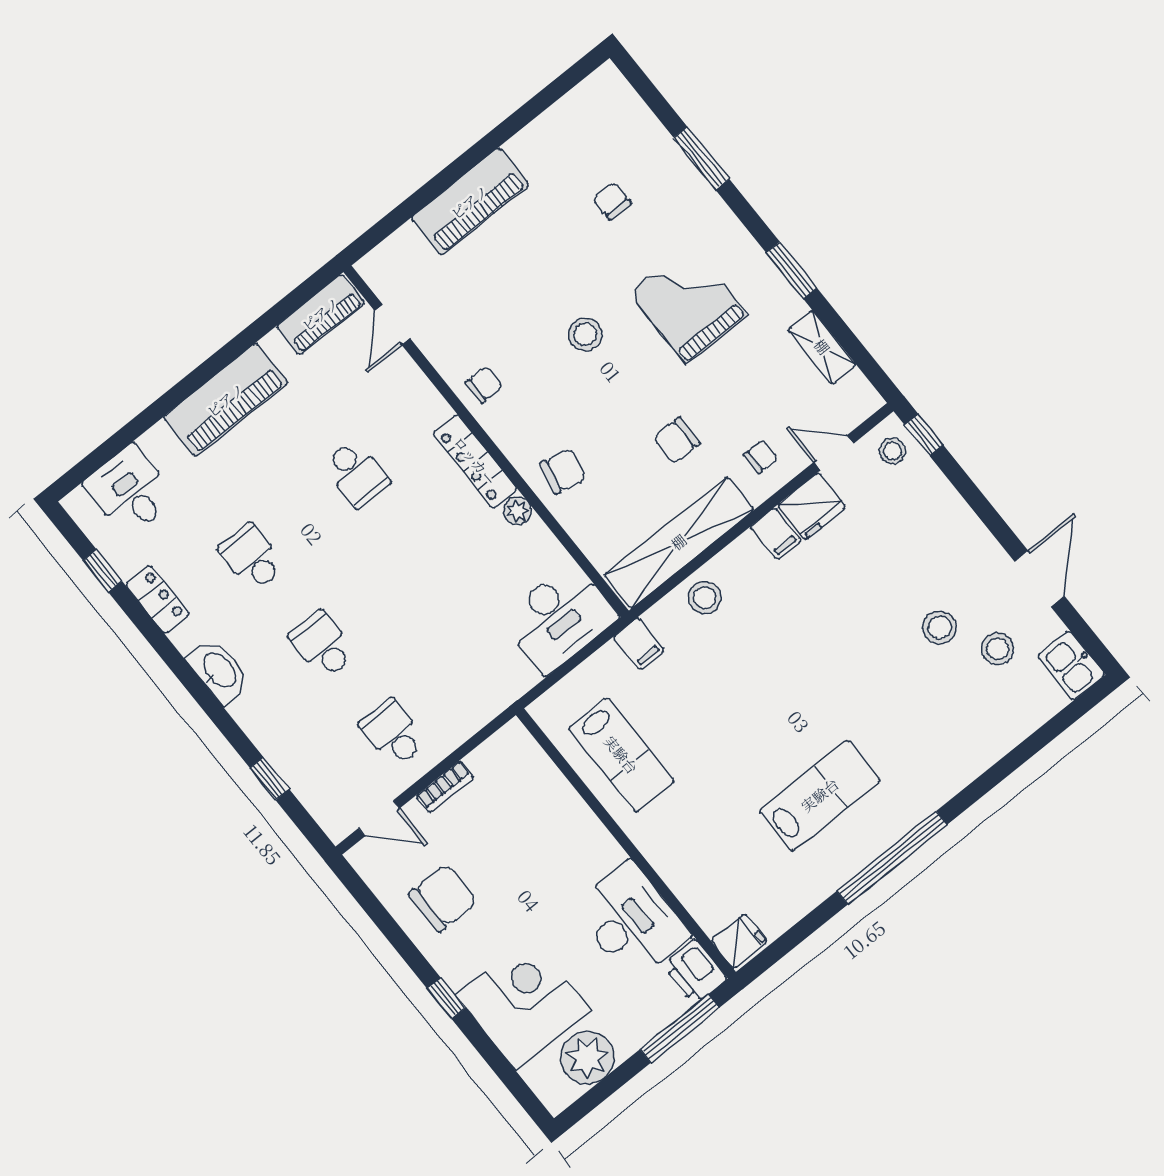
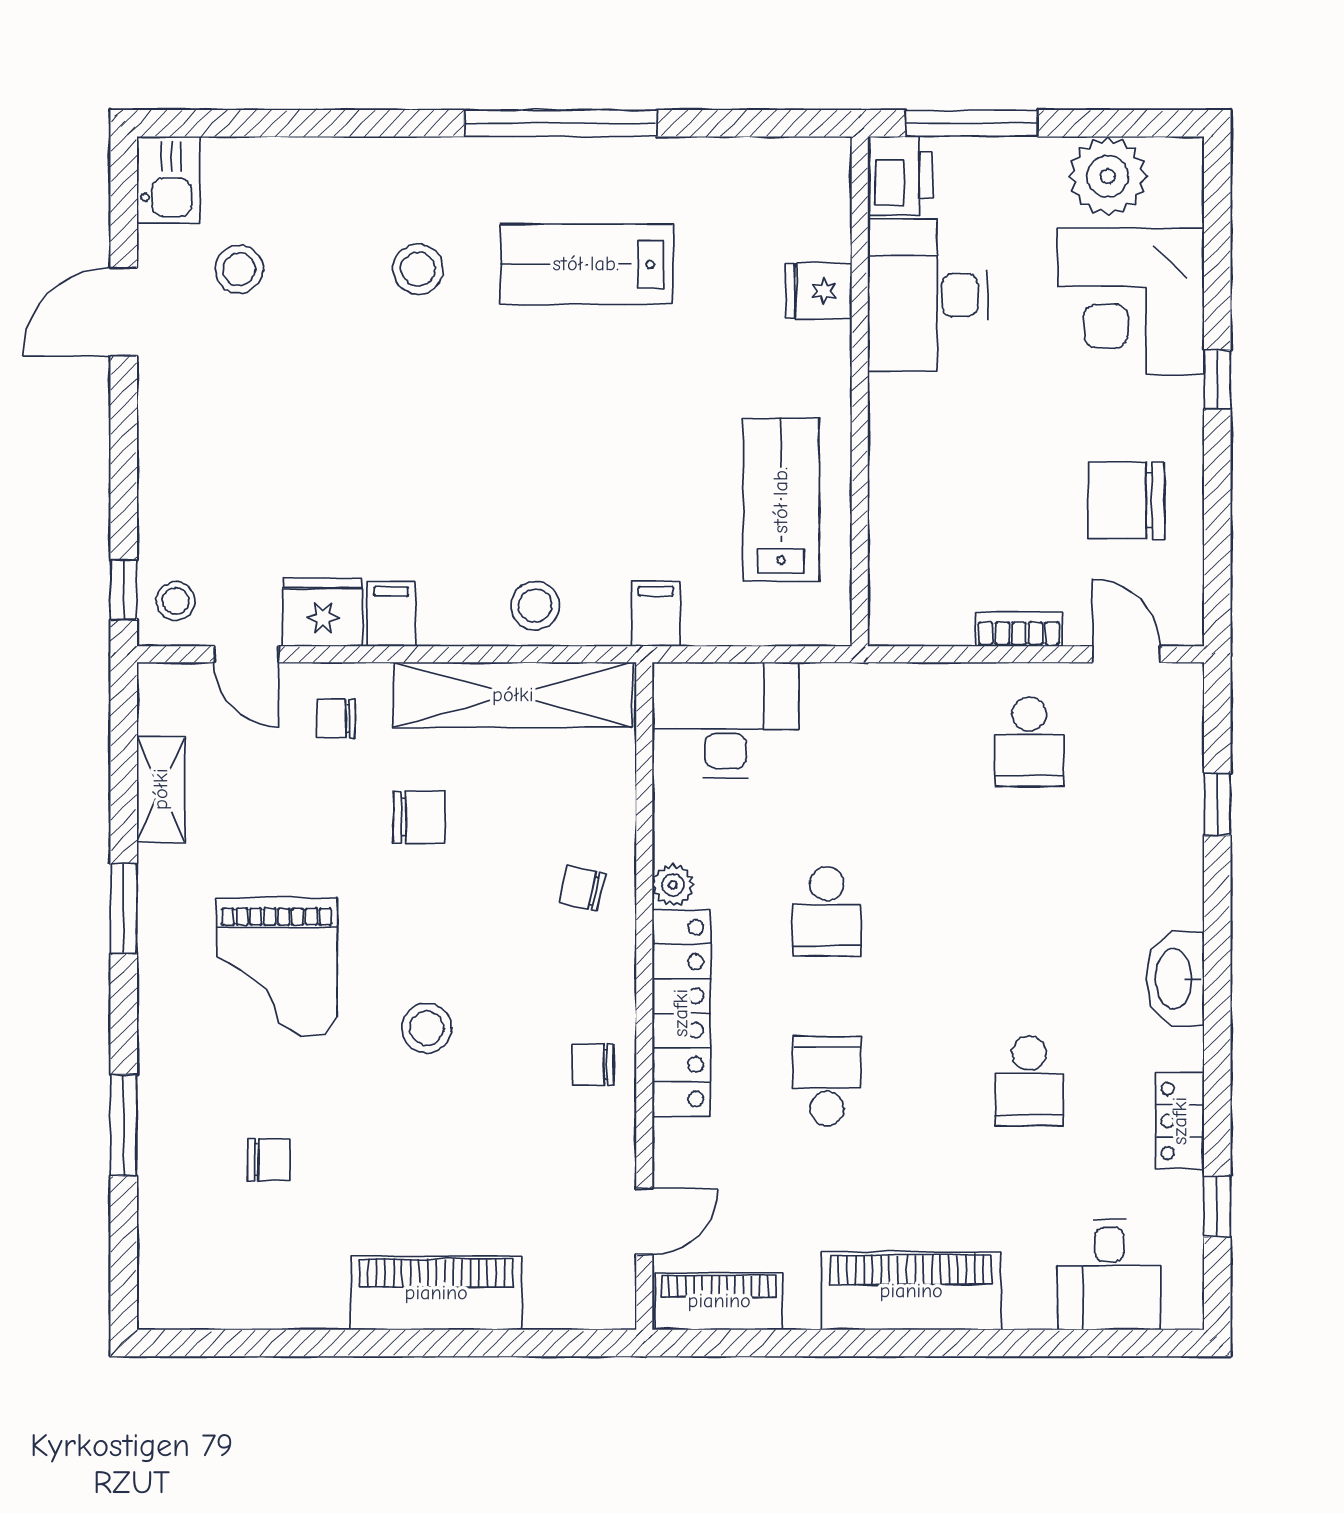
chair: (612, 201) -> (269, 1160), turned -90
locker: (475, 461) -> (681, 1013), width x1.41, depth x1.21
chair: (563, 471) -> (582, 888), width x0.73, depth x0.73
stool: (939, 627) -> (418, 269), moved
school desk: (322, 645) -> (827, 911), moved
fridge: (739, 941) -> (819, 291), moved

